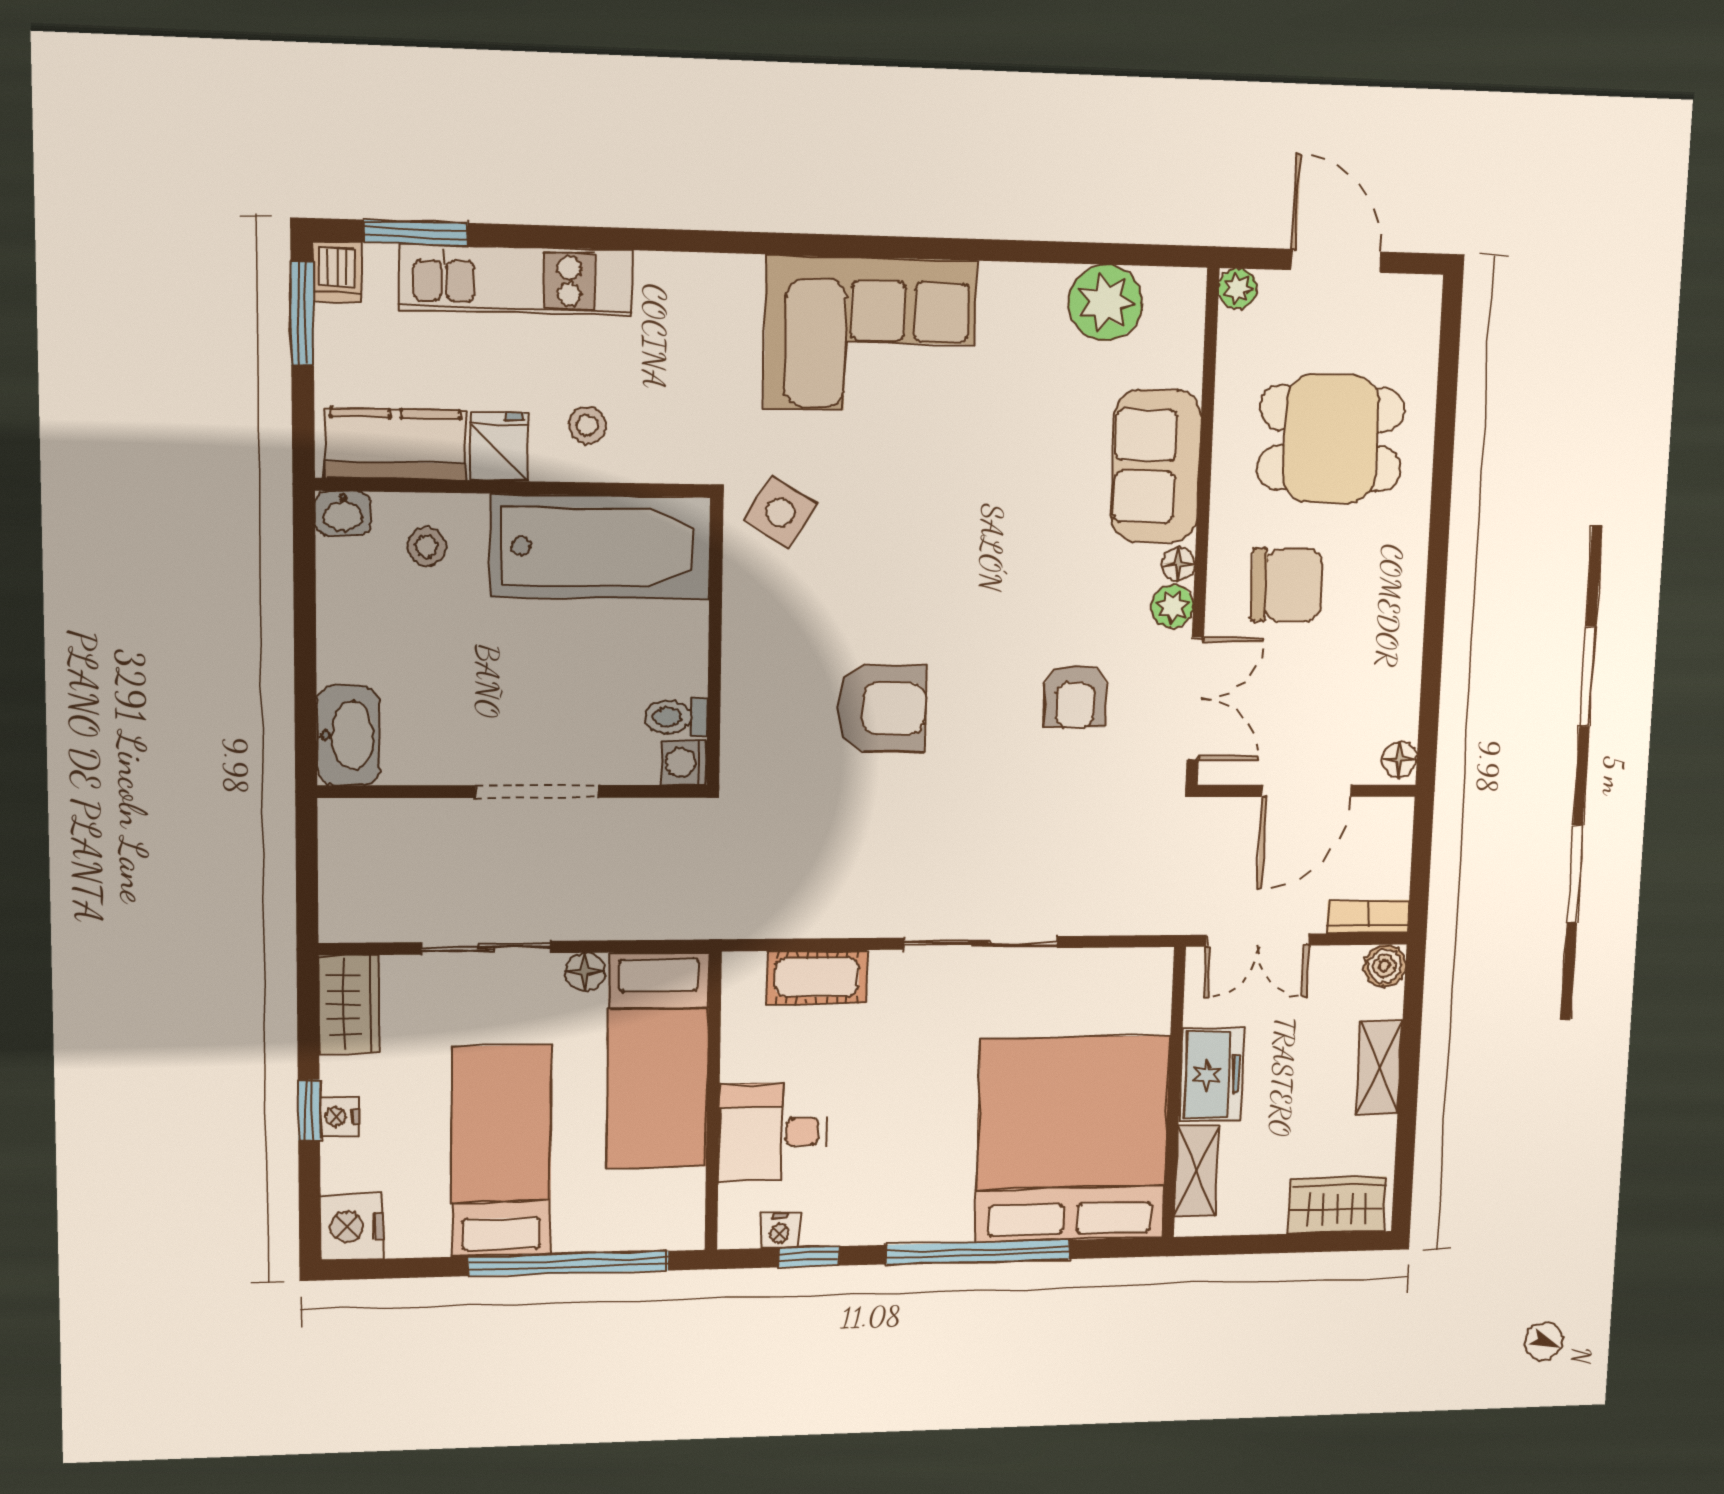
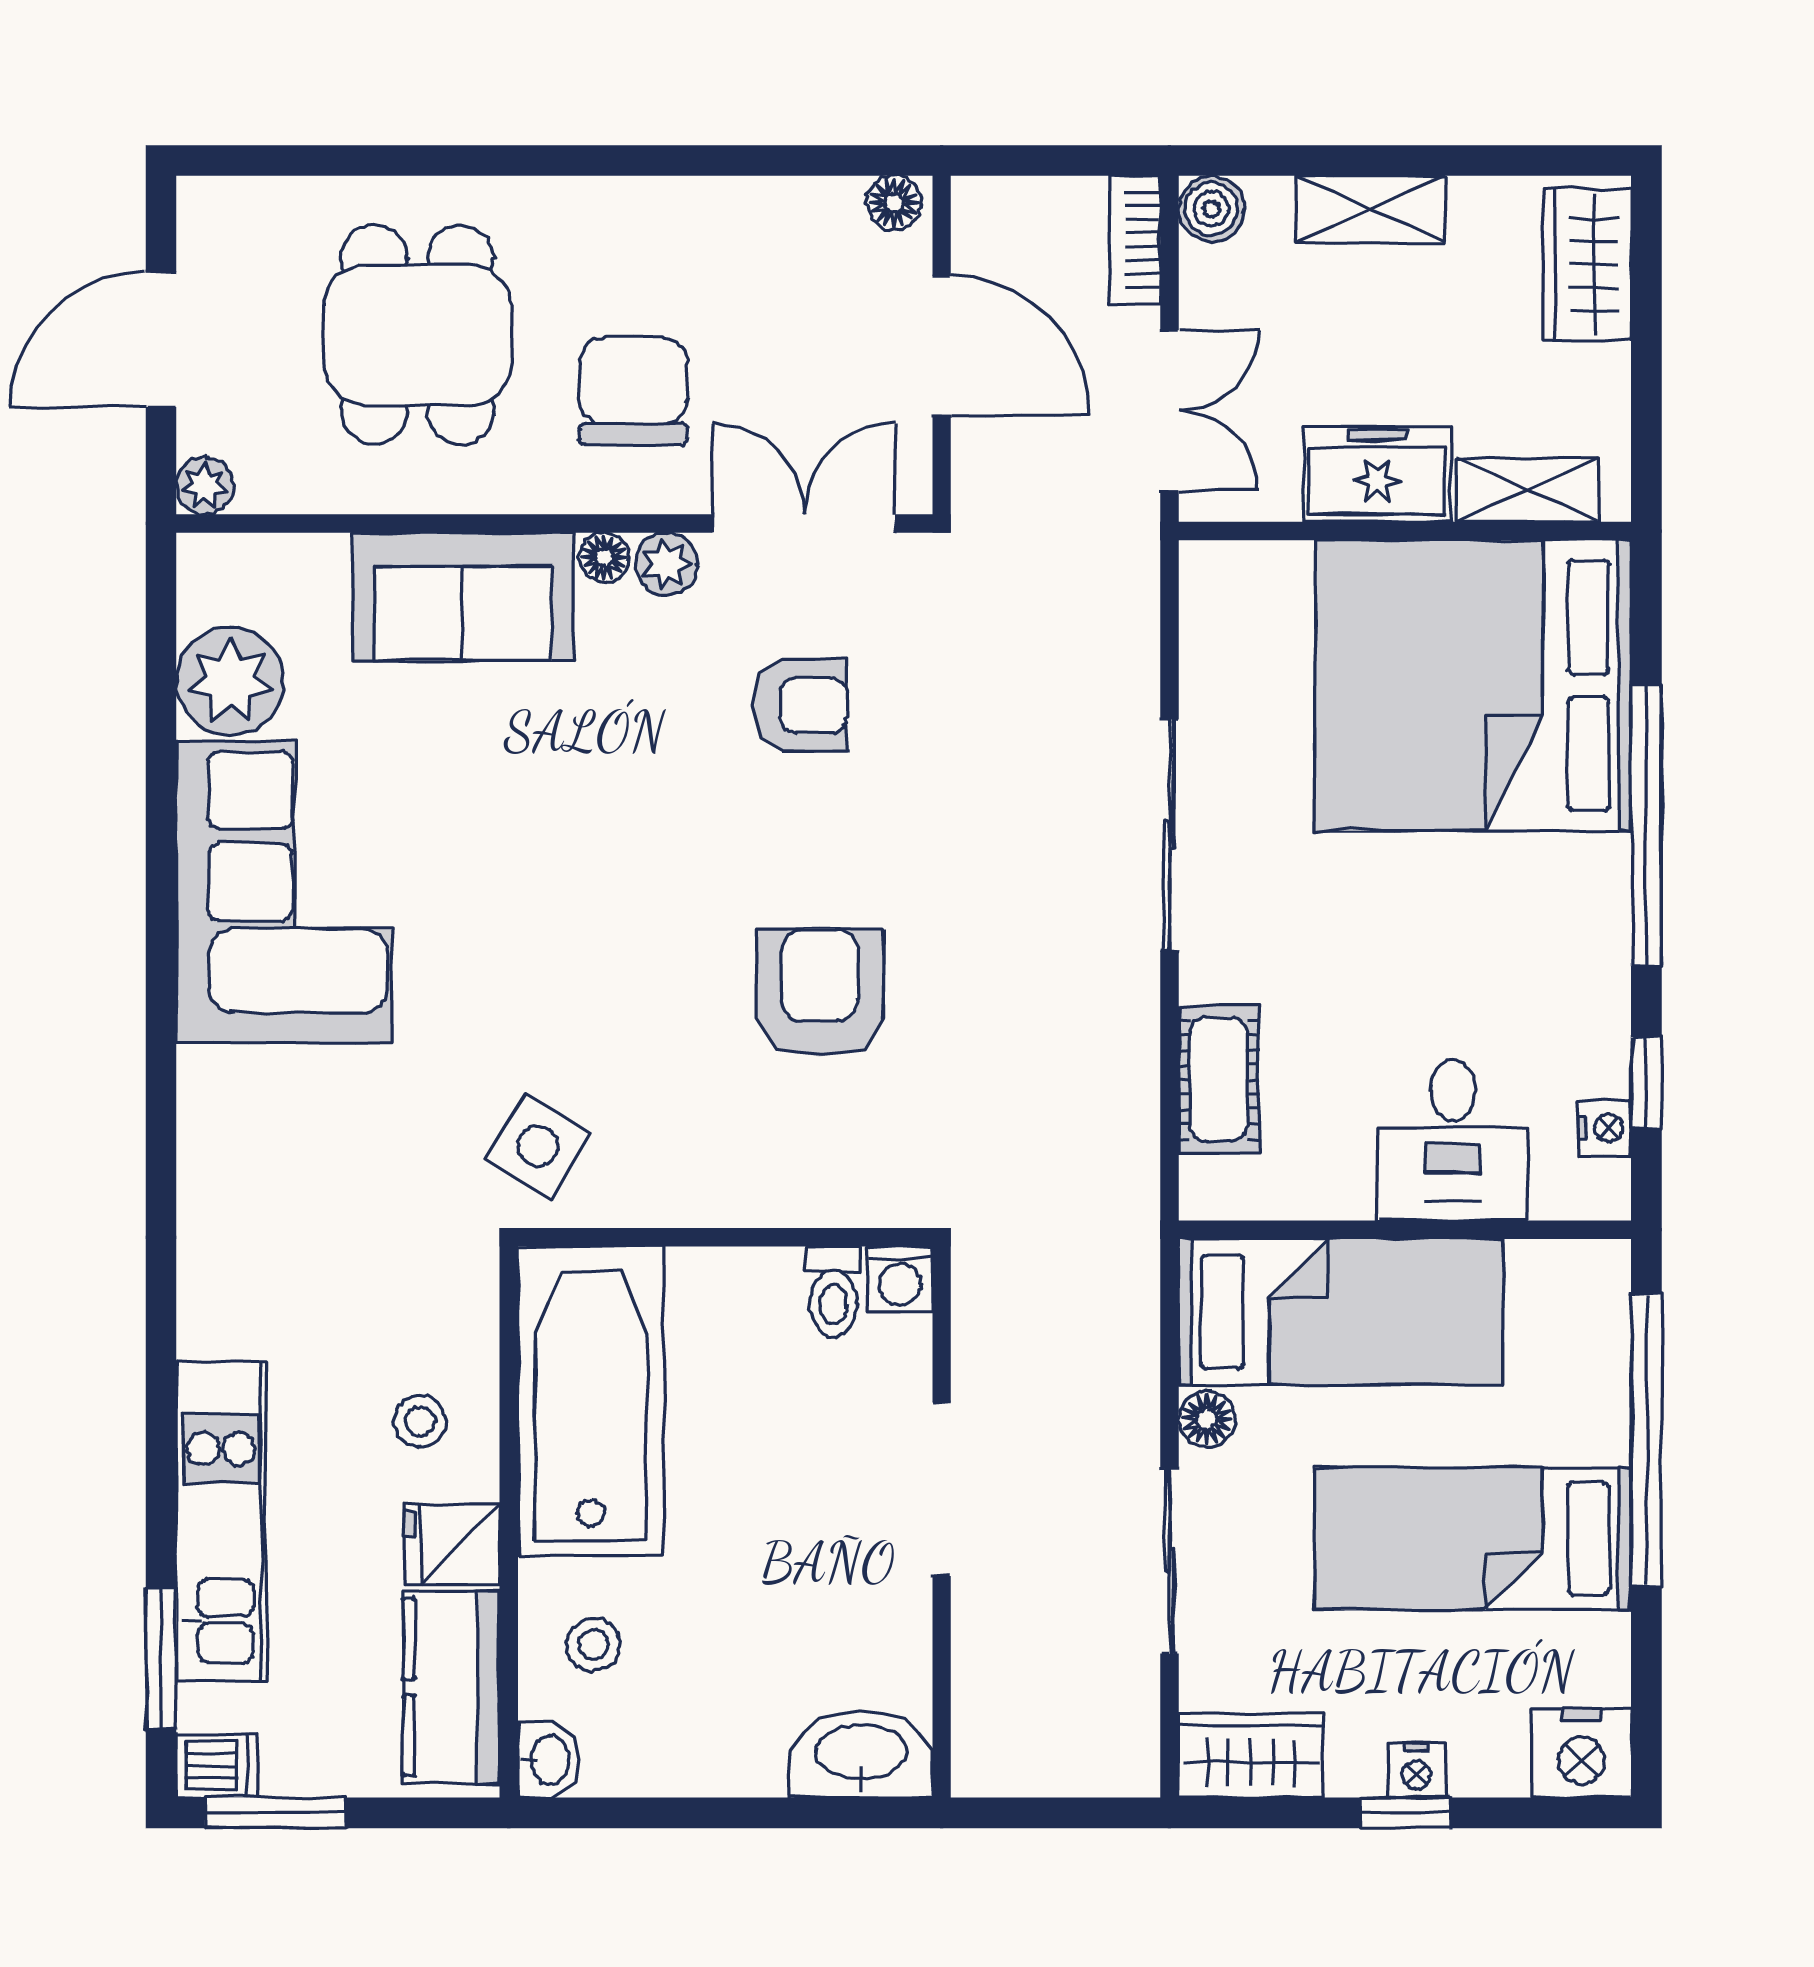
corner sofa: (870, 335) -> (284, 892), moved

